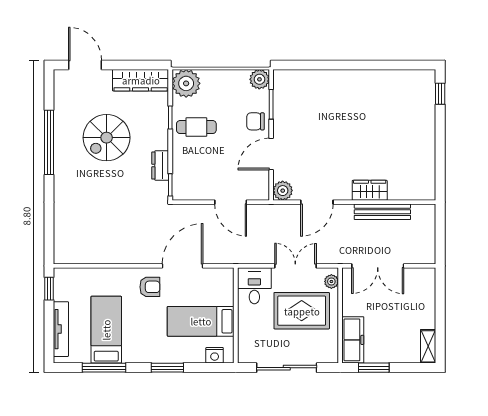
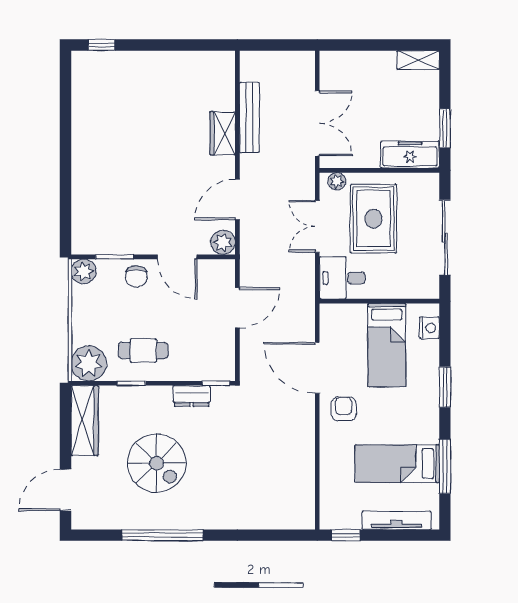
cafe table: (196, 127) -> (143, 351), turned 90
door: (317, 202) -> (237, 200), swing flipped

